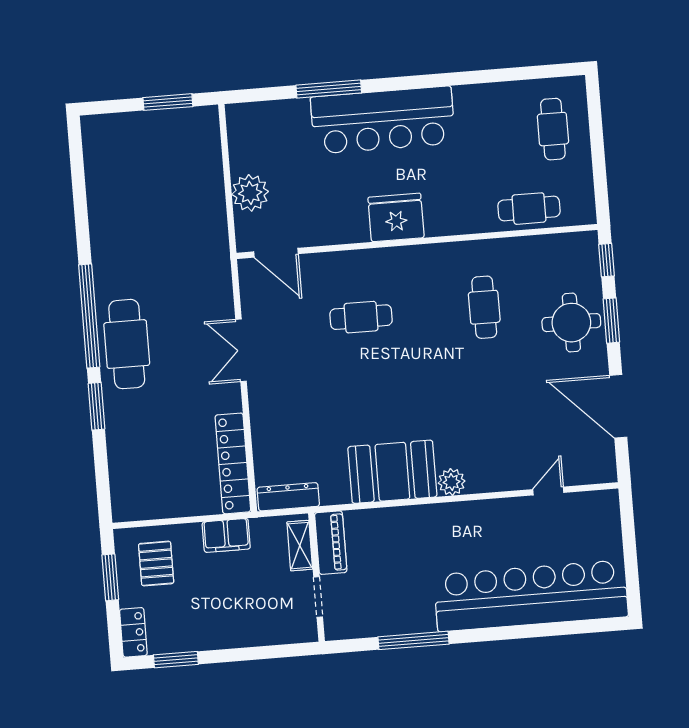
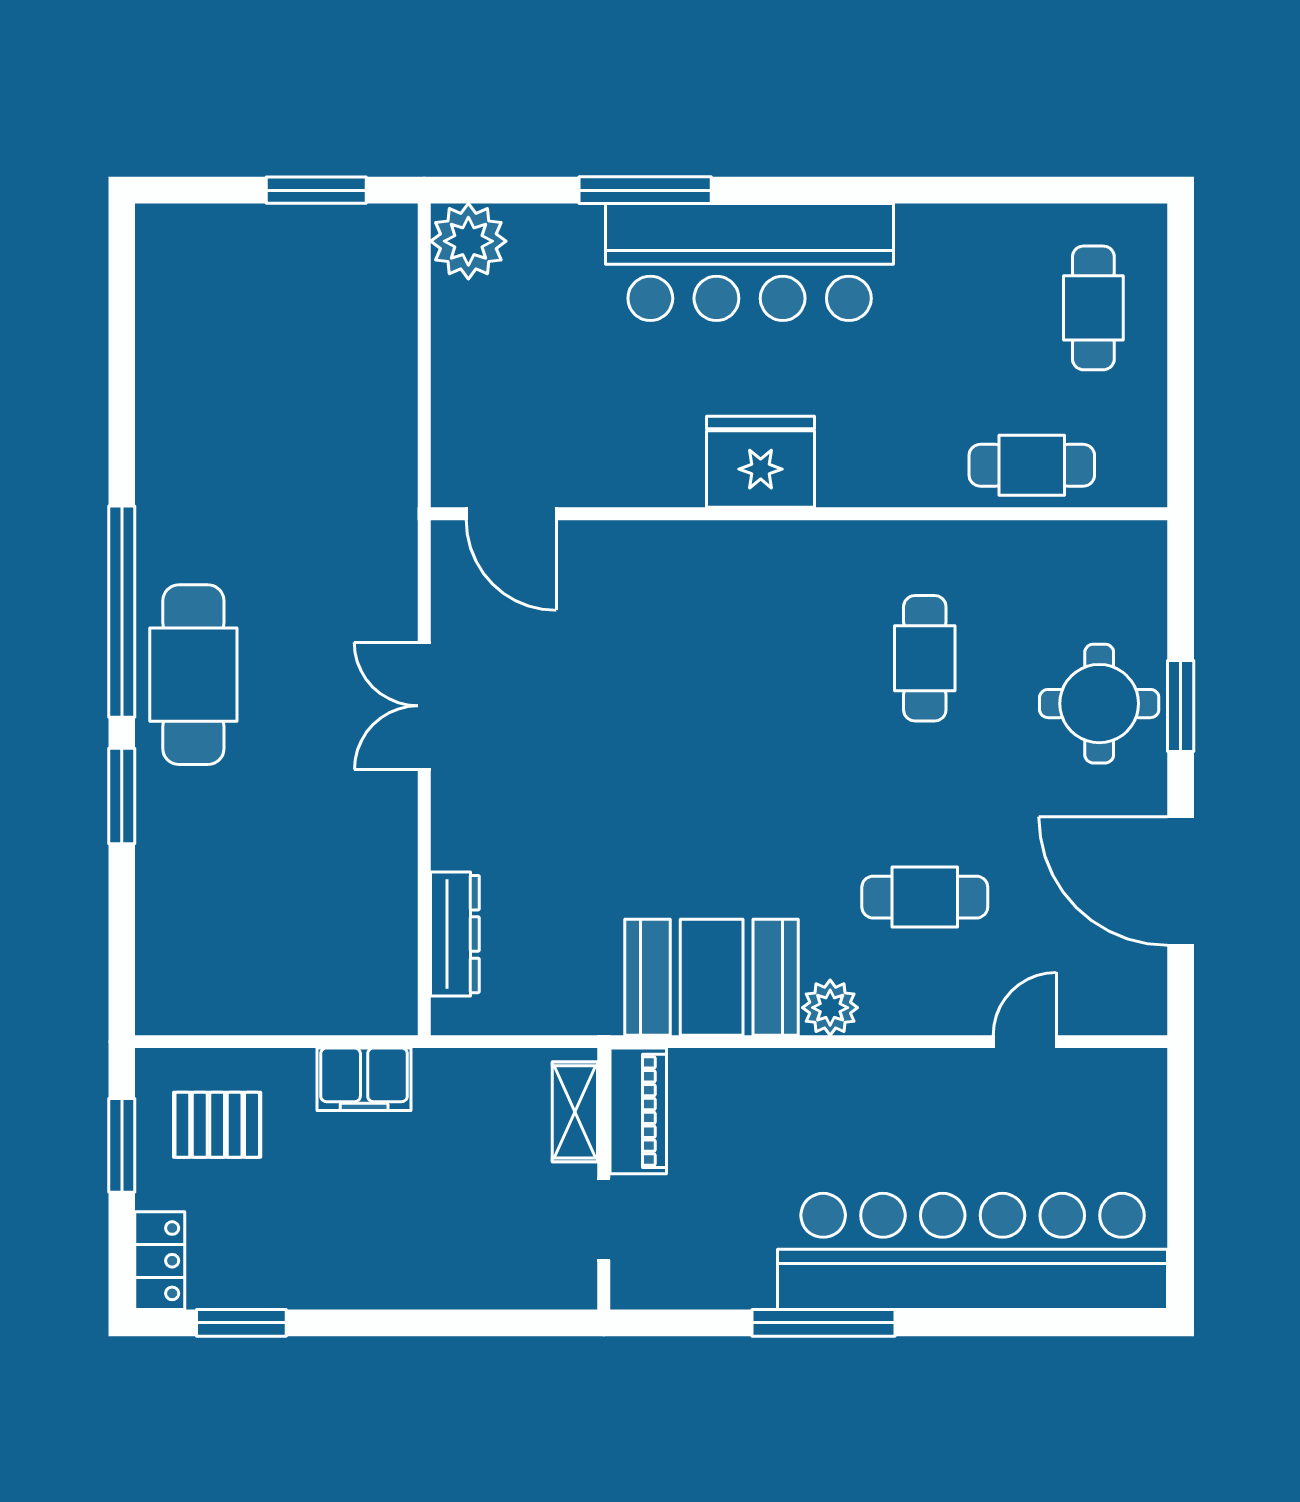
plant: (250, 193) -> (468, 241), moved
window: (606, 260) -> (1181, 583), removed
cafe table: (361, 317) -> (925, 897), moved
locker: (233, 463) -> (389, 934), removed
dresser: (288, 497) -> (455, 934), moved, turned 90
piano: (331, 543) -> (638, 1111), moved
shelving: (300, 546) -> (575, 1112), moved
pallet: (156, 564) -> (217, 1125), turned 90
wall: (316, 577) -> (604, 1179), moved
doorway: (318, 597) -> (604, 1219), moved
window: (414, 640) -> (824, 1323), moved

